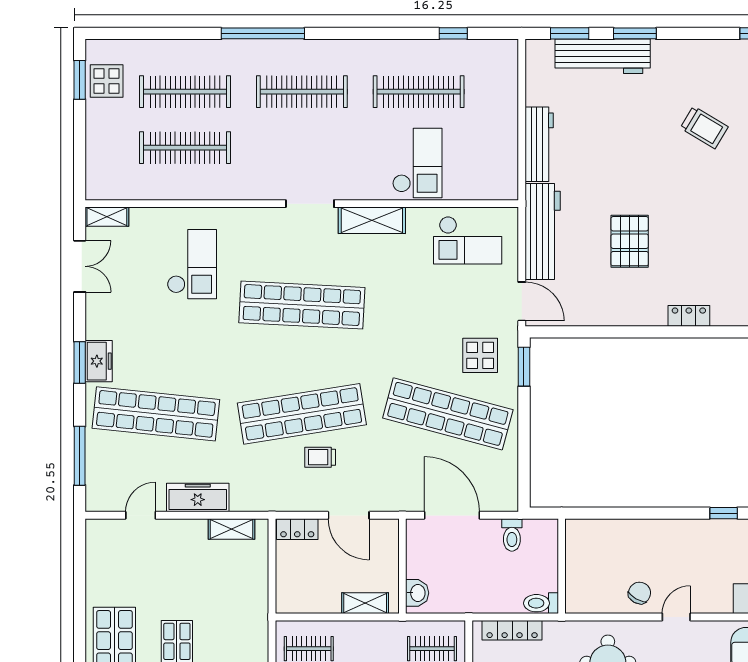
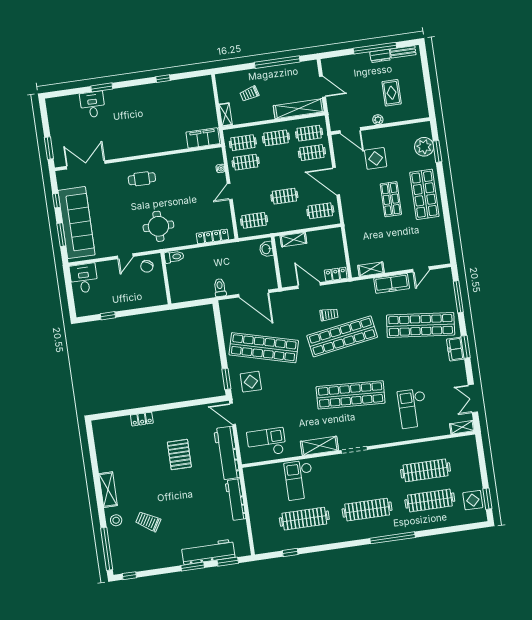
wall: (562, 566) -> (166, 278), moved
toilet: (541, 603) -> (174, 257), moved

